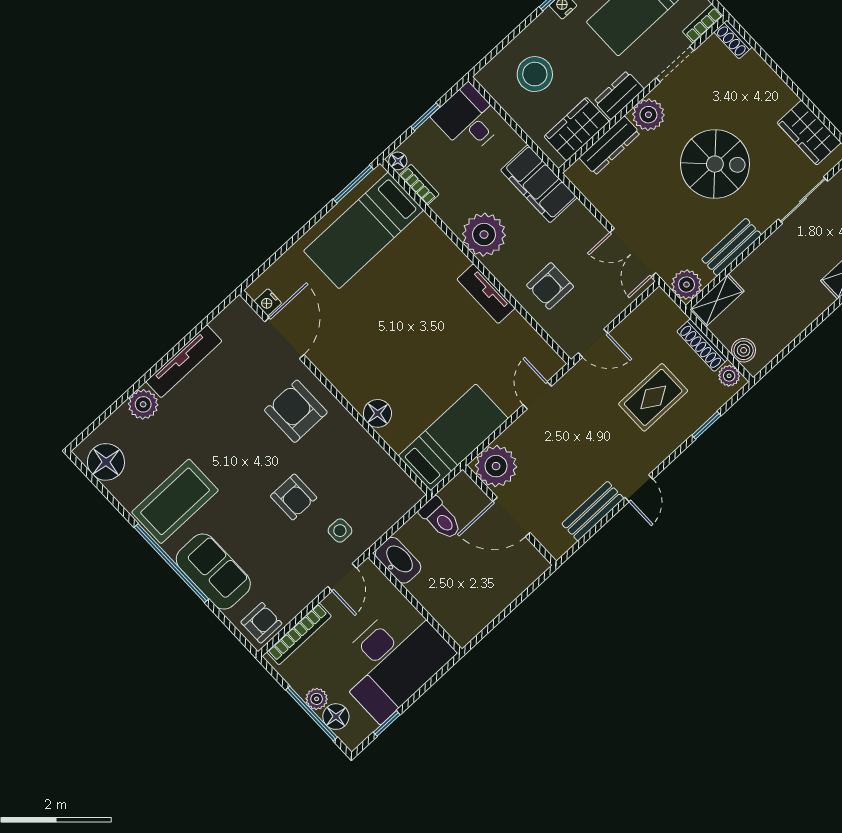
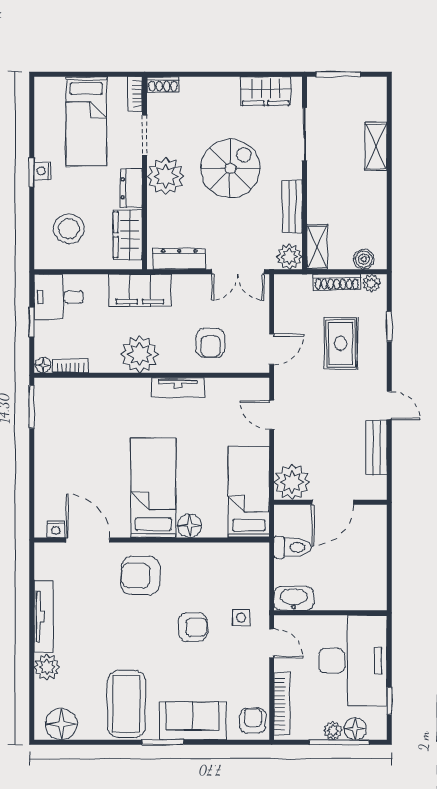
plant: (648, 115) -> (166, 176), width x1.36, depth x1.36
dresser: (610, 145) -> (179, 259), moved, turned -90
bed: (364, 230) -> (153, 488), moved, turned 180
window: (171, 563) -> (163, 742), width x0.47

